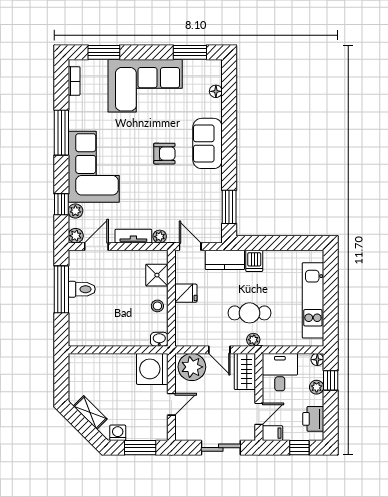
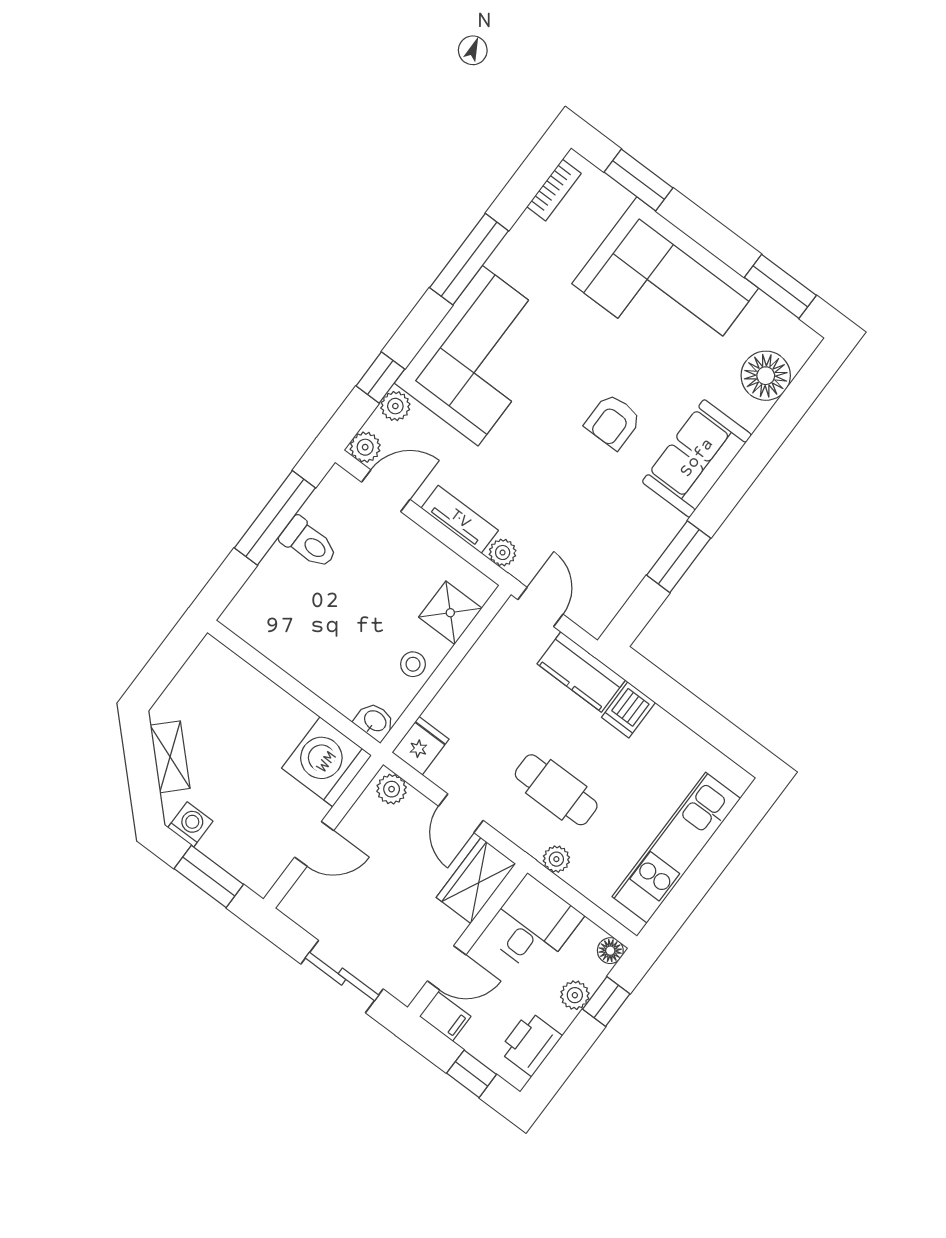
floor lamp: (216, 91) -> (766, 376), width x1.89, depth x1.89
armchair: (164, 154) -> (613, 421), turned 90
window: (229, 207) -> (679, 557), moved
fridge: (186, 293) -> (421, 746), moved, turned -90
plant: (253, 340) -> (556, 859), moved
plant: (192, 367) -> (392, 789), width x0.53, depth x0.53

